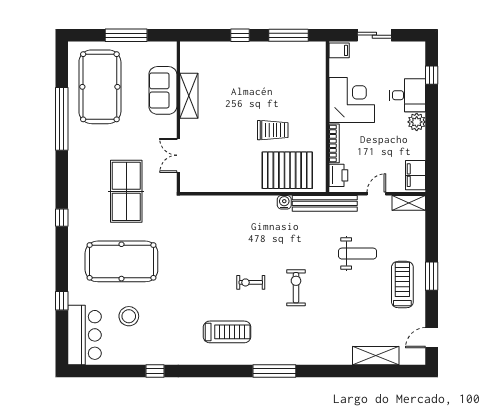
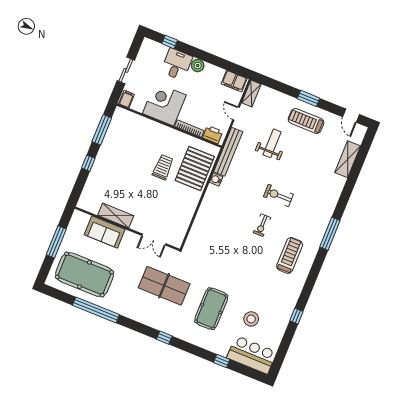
pool table: (121, 261) -> (211, 309), width x0.73, depth x0.76

